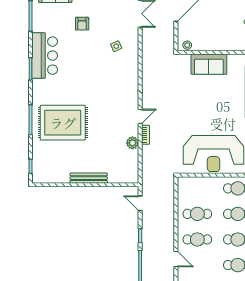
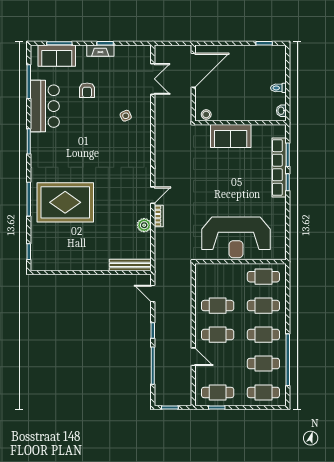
bar counter: (45, 56) -> (45, 106), moved
bench: (89, 178) -> (130, 265), moved

